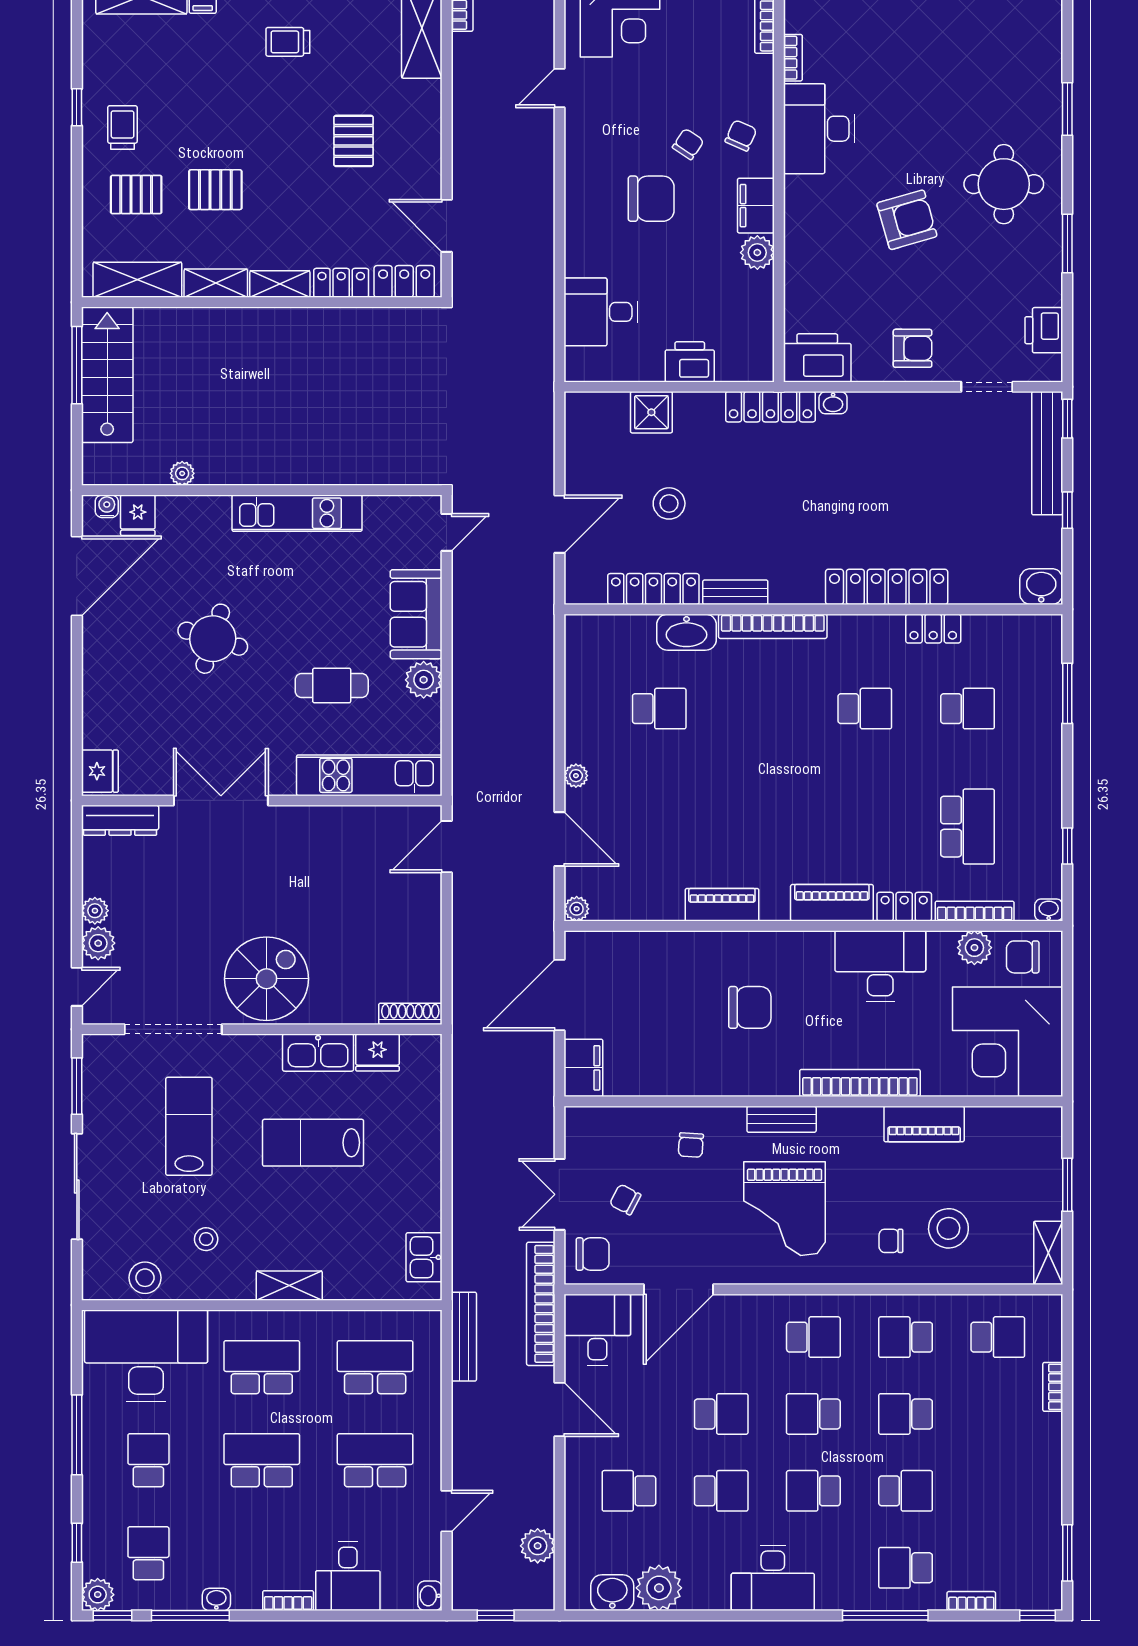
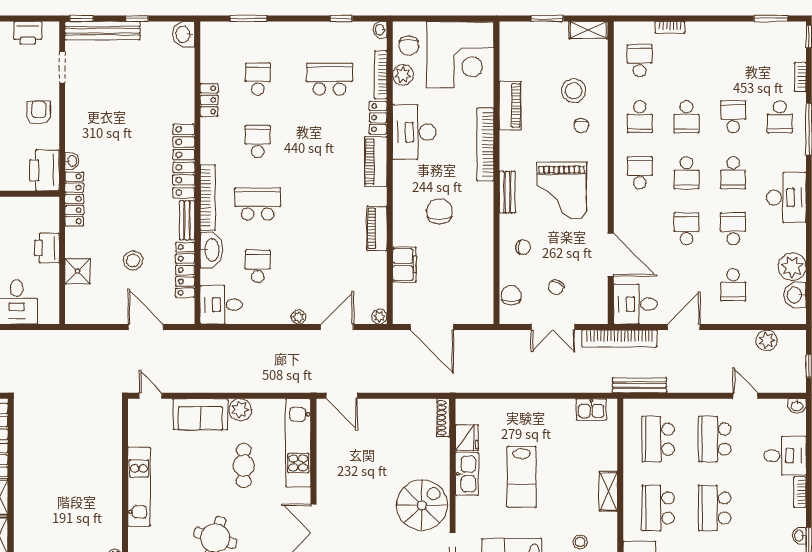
locker: (887, 587) -> (184, 161), moved
desk: (596, 649) -> (221, 305), added
school desk: (762, 709) -> (258, 204), added
spiral stairs: (266, 979) -> (422, 505), turned 90
filing cabinet: (583, 1068) -> (404, 264), moved, turned 90
grand piano: (785, 1209) -> (562, 190), turned 90
chair: (593, 1254) -> (511, 295), moved

